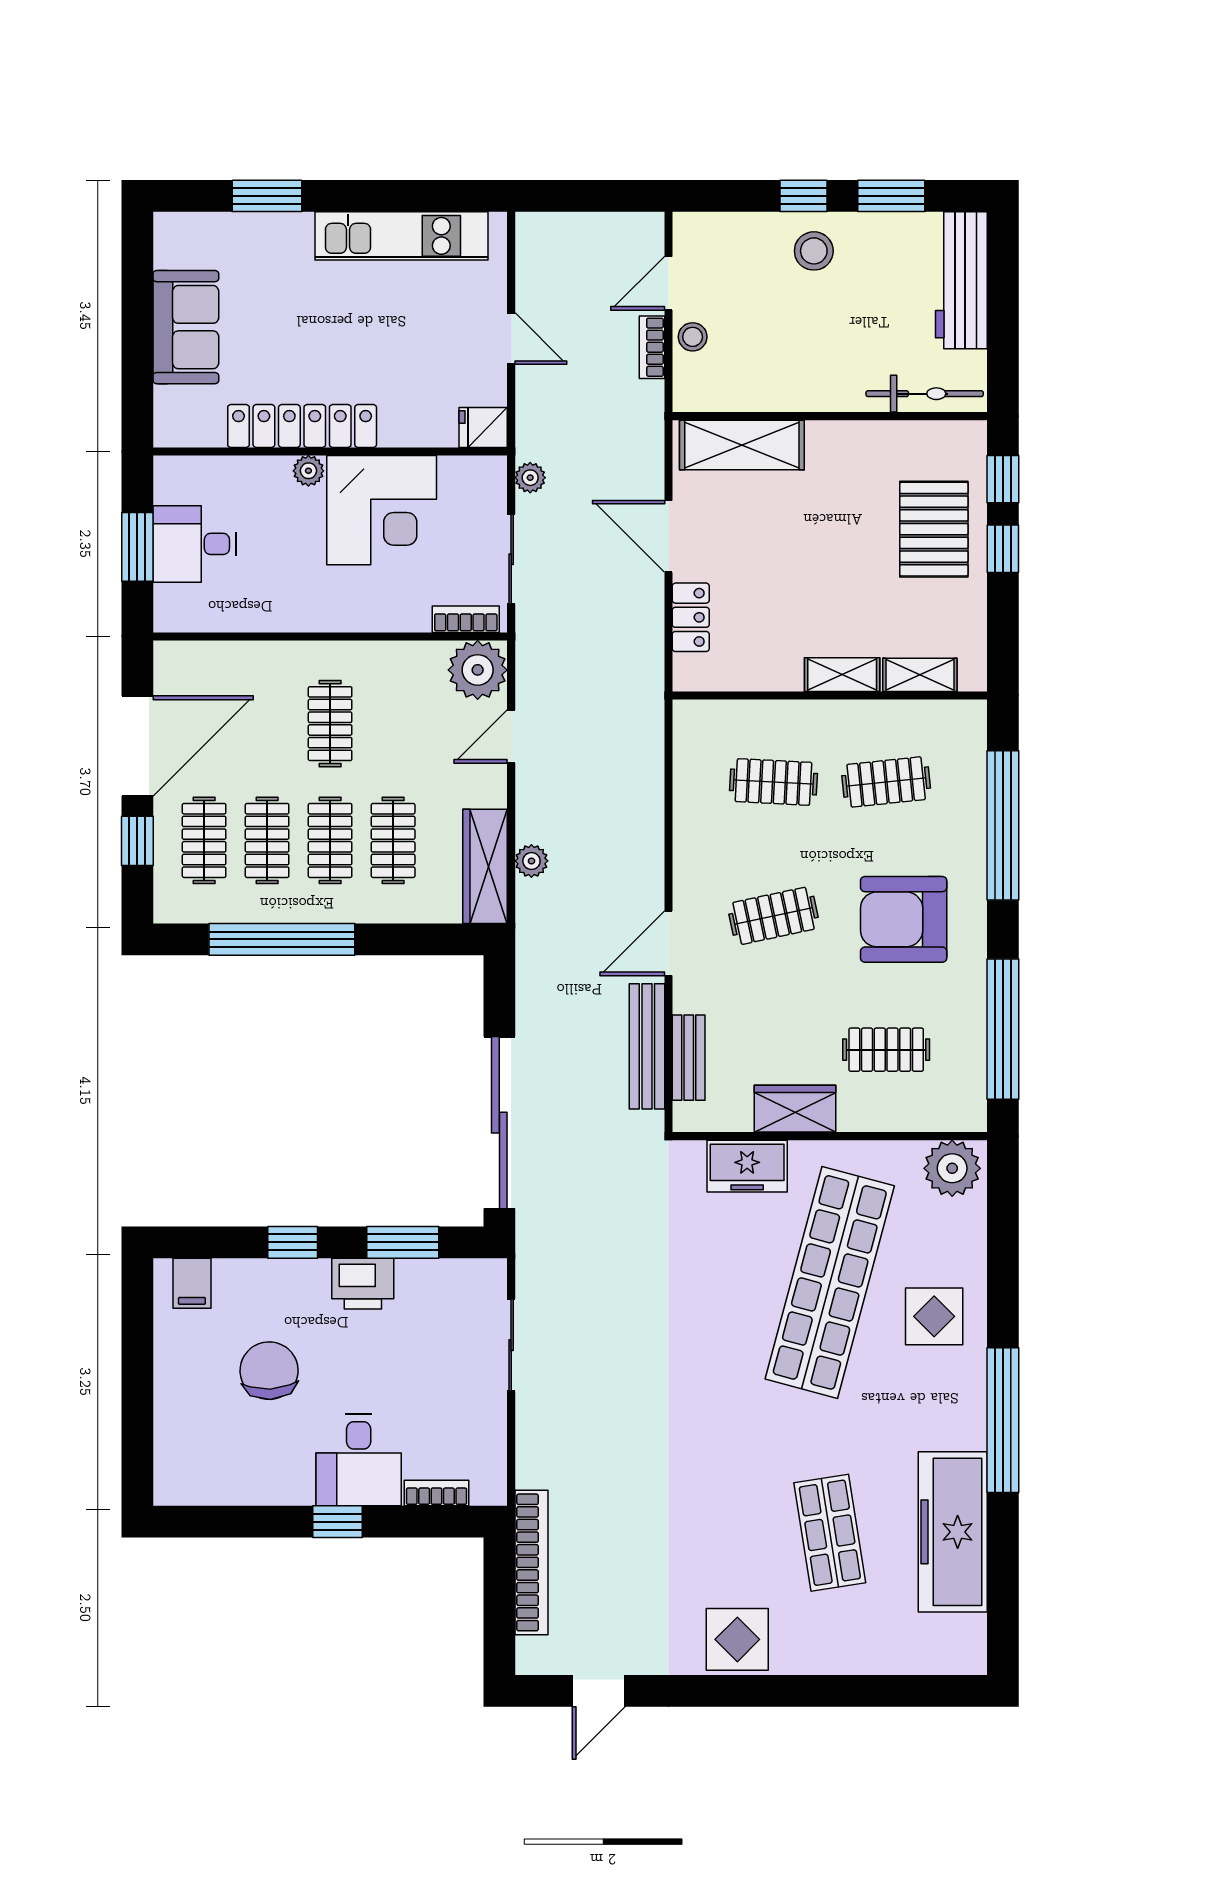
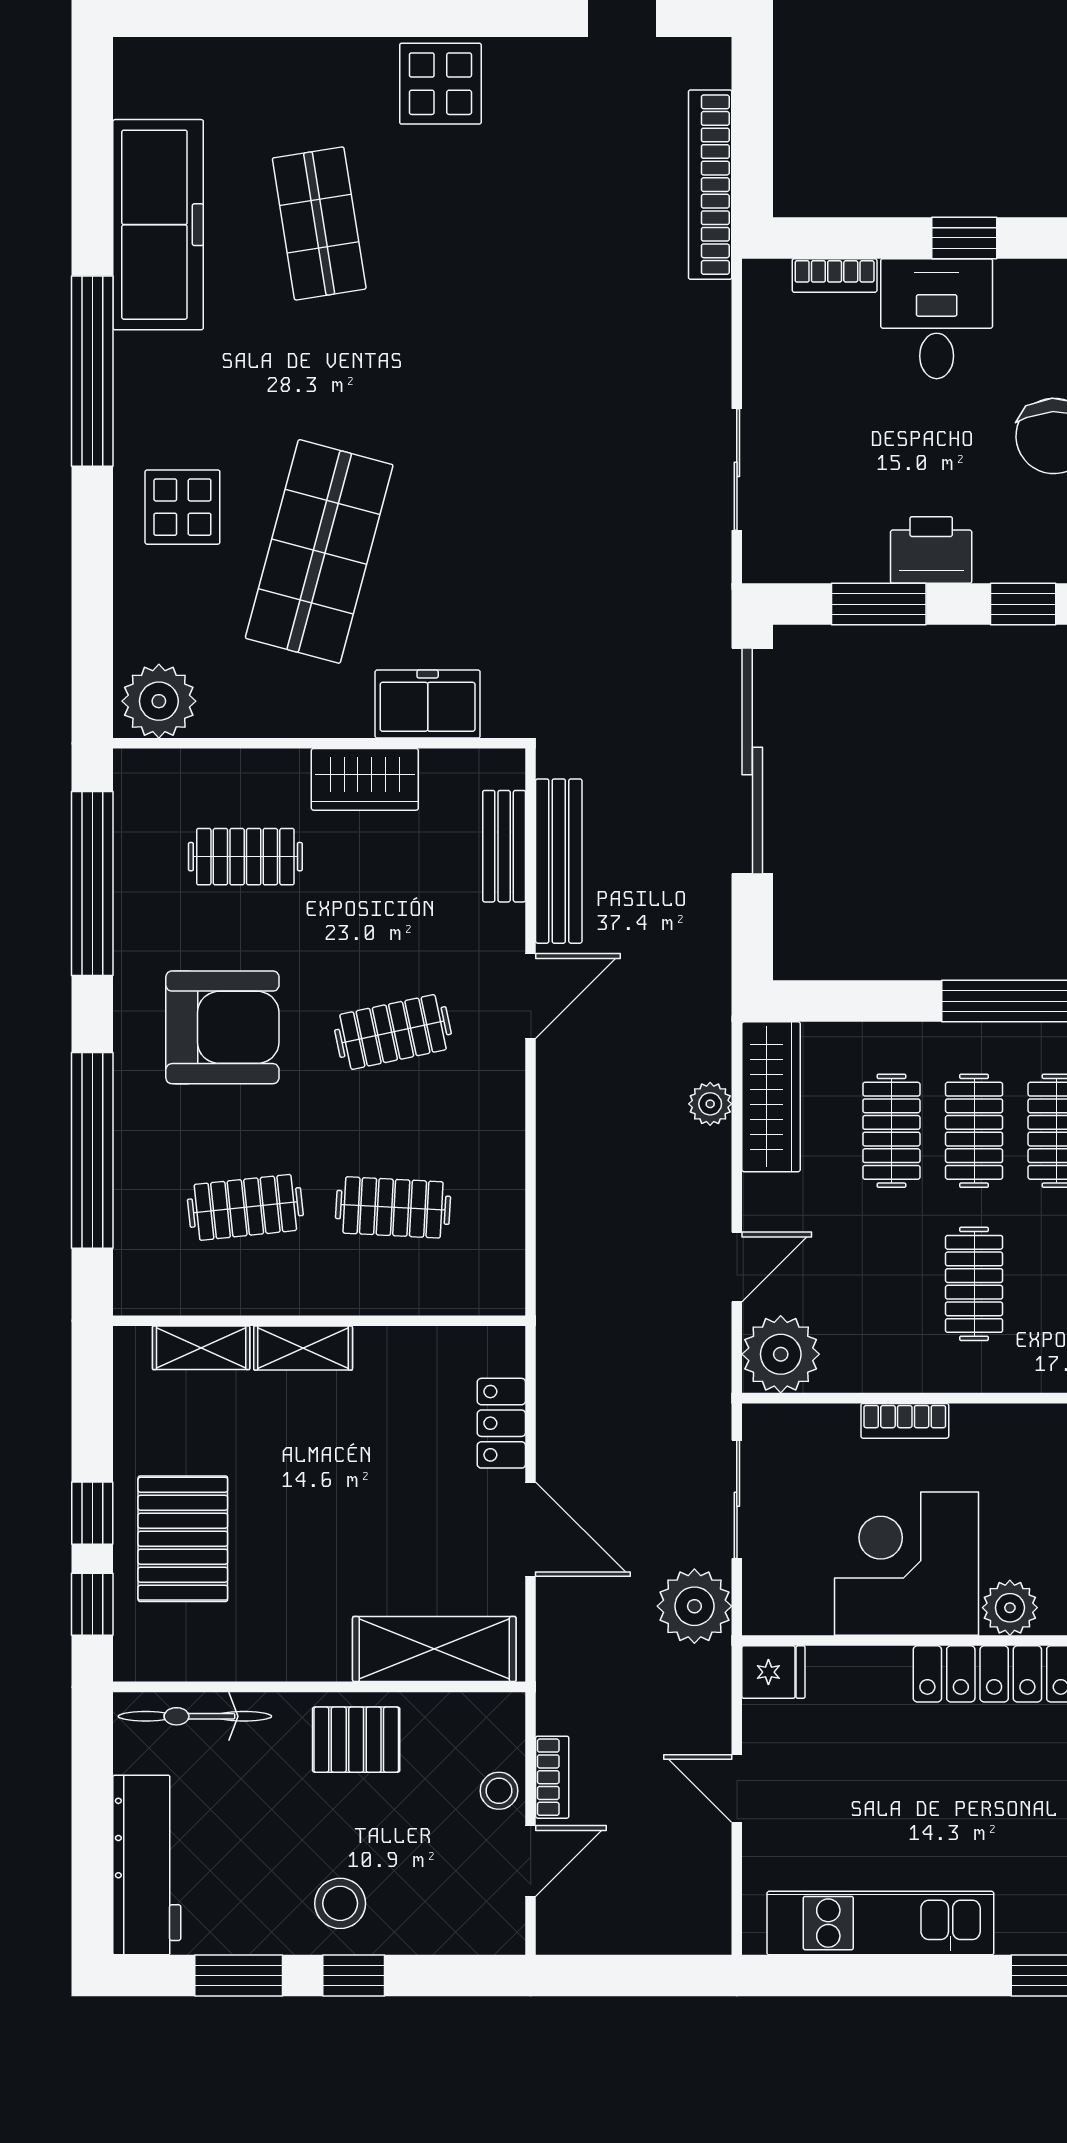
pallet: (802, 376) -> (356, 1740), added
plant: (308, 471) -> (1010, 1608), width x1.38, depth x1.38
plant: (530, 478) -> (694, 1606), width x1.88, depth x1.88
bookcase: (466, 619) -> (905, 1421), moved
shop shelf: (830, 1282) -> (319, 551), width x0.71

